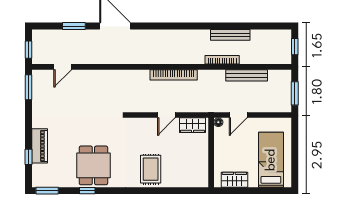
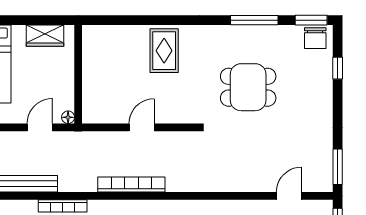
wardrobe: (192, 125) -> (105, 113), removed
piano: (40, 146) -> (322, 84), removed
dining table: (93, 165) -> (248, 87), moved, turned 90
chair: (44, 178) -> (315, 38), added
window: (87, 191) -> (254, 20), width x2.17

